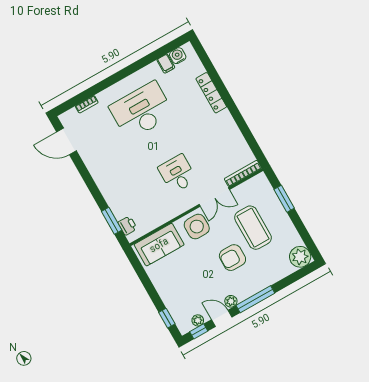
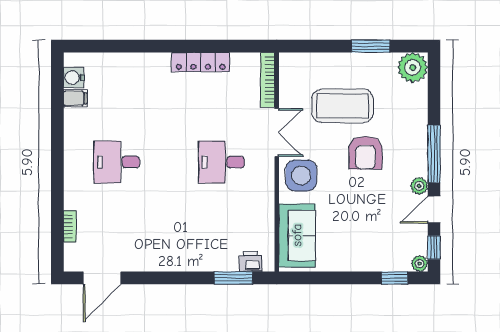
locker: (211, 93) -> (201, 62), moved
desk: (142, 111) -> (117, 162), width x0.53, depth x0.77
window: (284, 199) -> (371, 46), moved
plant: (198, 320) -> (420, 264), moved

